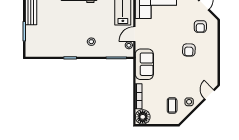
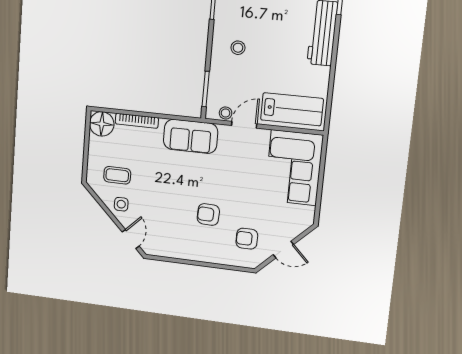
door: (134, 34) -> (244, 125), hinge flipped
door: (209, 95) -> (131, 239), hinge flipped

